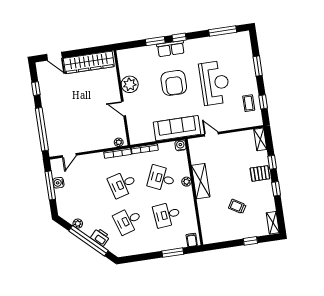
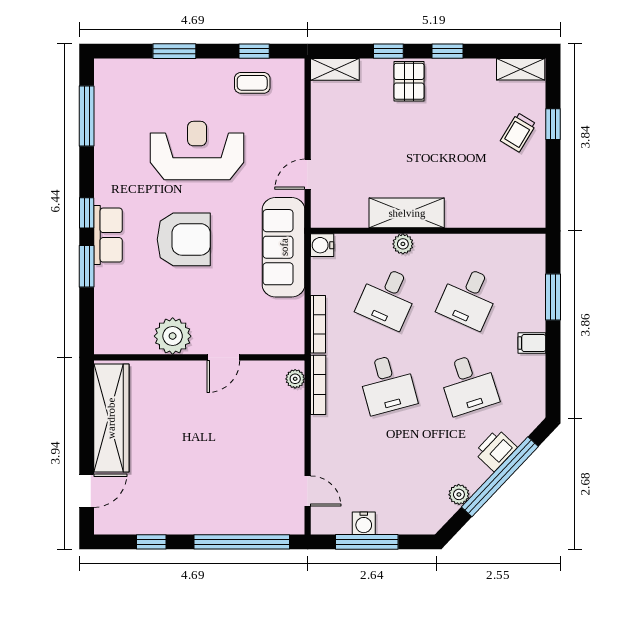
trolley: (237, 206) -> (518, 132), moved
desk: (167, 215) -> (469, 298), turned 30
filing cabinet: (192, 240) -> (532, 343), moved

